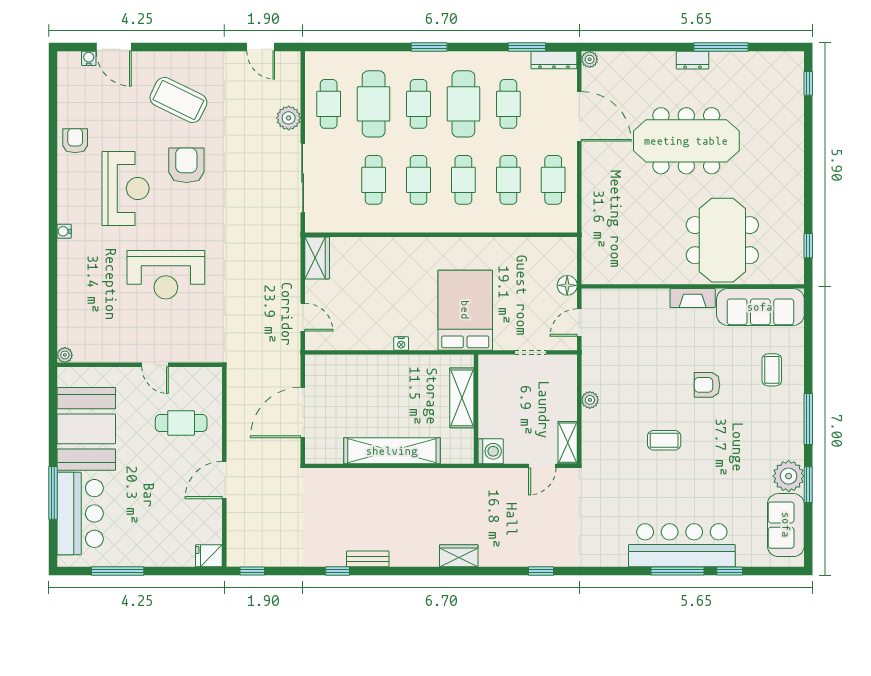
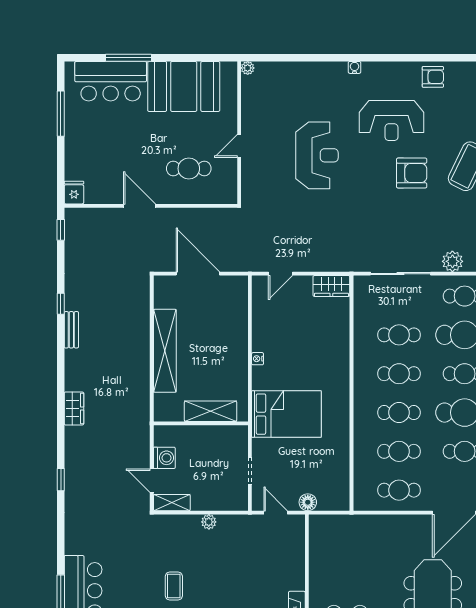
reception desk: (166, 275) -> (317, 155), turned 180
cafe table: (181, 423) -> (189, 169), turned 90
washing machine: (491, 451) -> (164, 458), moved, turned -90

